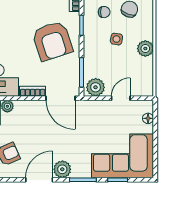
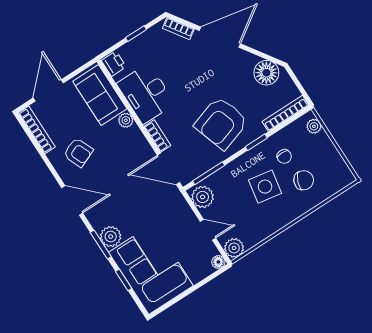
side table: (116, 39) -> (265, 187), width x1.87, depth x1.87
plant: (145, 49) -> (234, 248), moved
door: (61, 98) -> (169, 169), hinge flipped
floor lamp: (148, 118) -> (218, 262), moved
plant: (62, 169) -> (111, 237), moved

